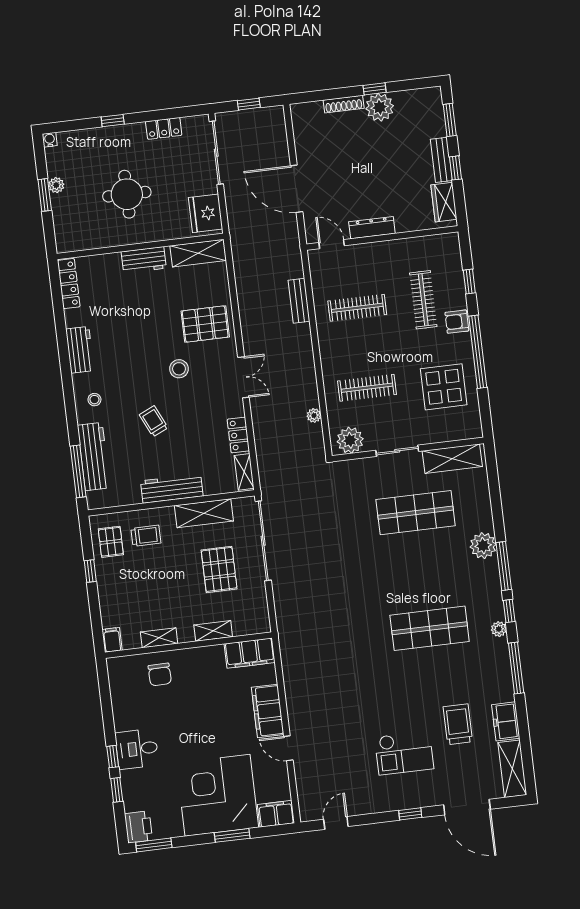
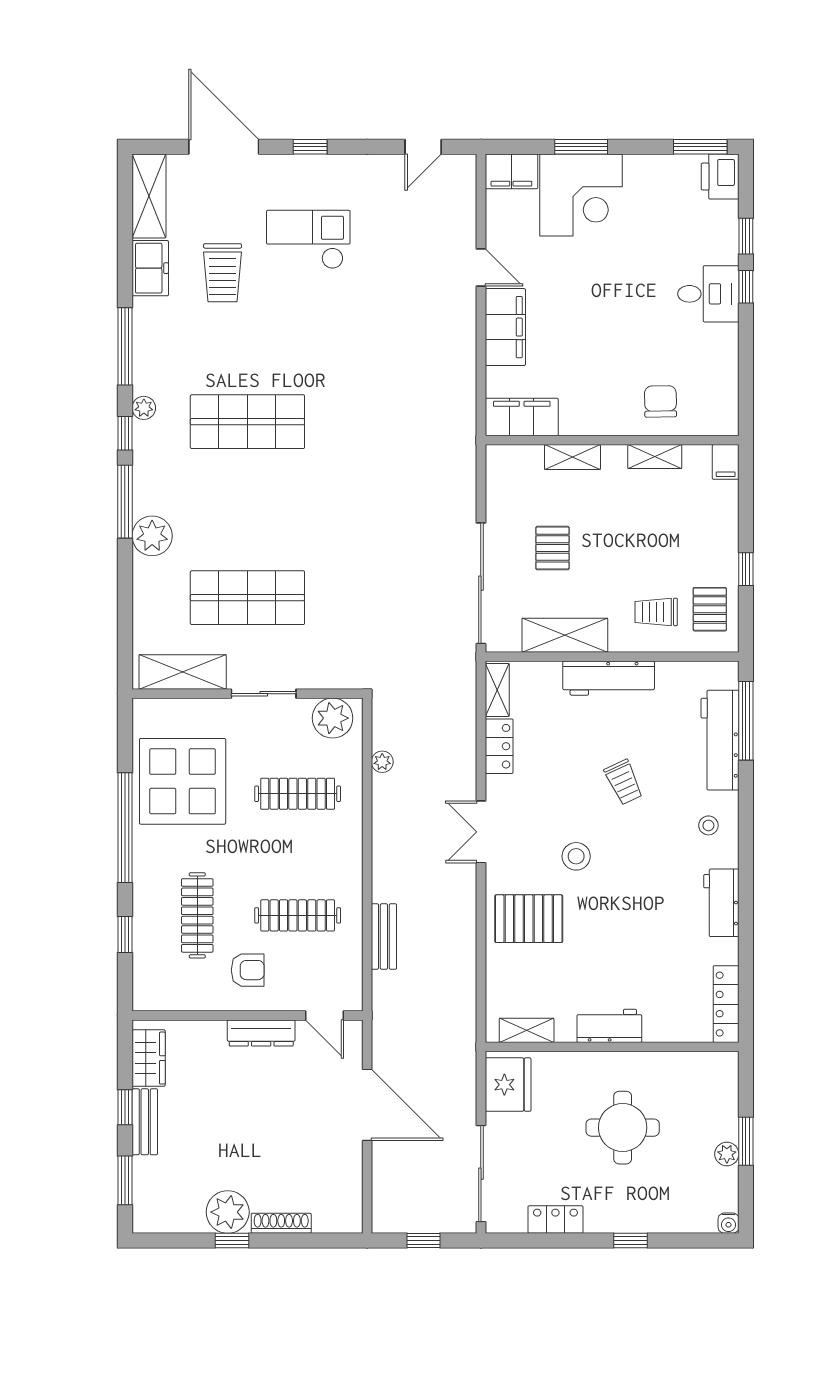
shelving: (198, 253) -> (527, 1030), width x0.67, depth x0.75
armchair: (457, 322) -> (248, 970), moved
display table: (444, 387) -> (183, 781), width x1.36, depth x1.36
pallet: (219, 569) -> (552, 548), width x0.67, depth x0.71
corner desk: (217, 795) -> (581, 195), width x0.74, depth x0.74

